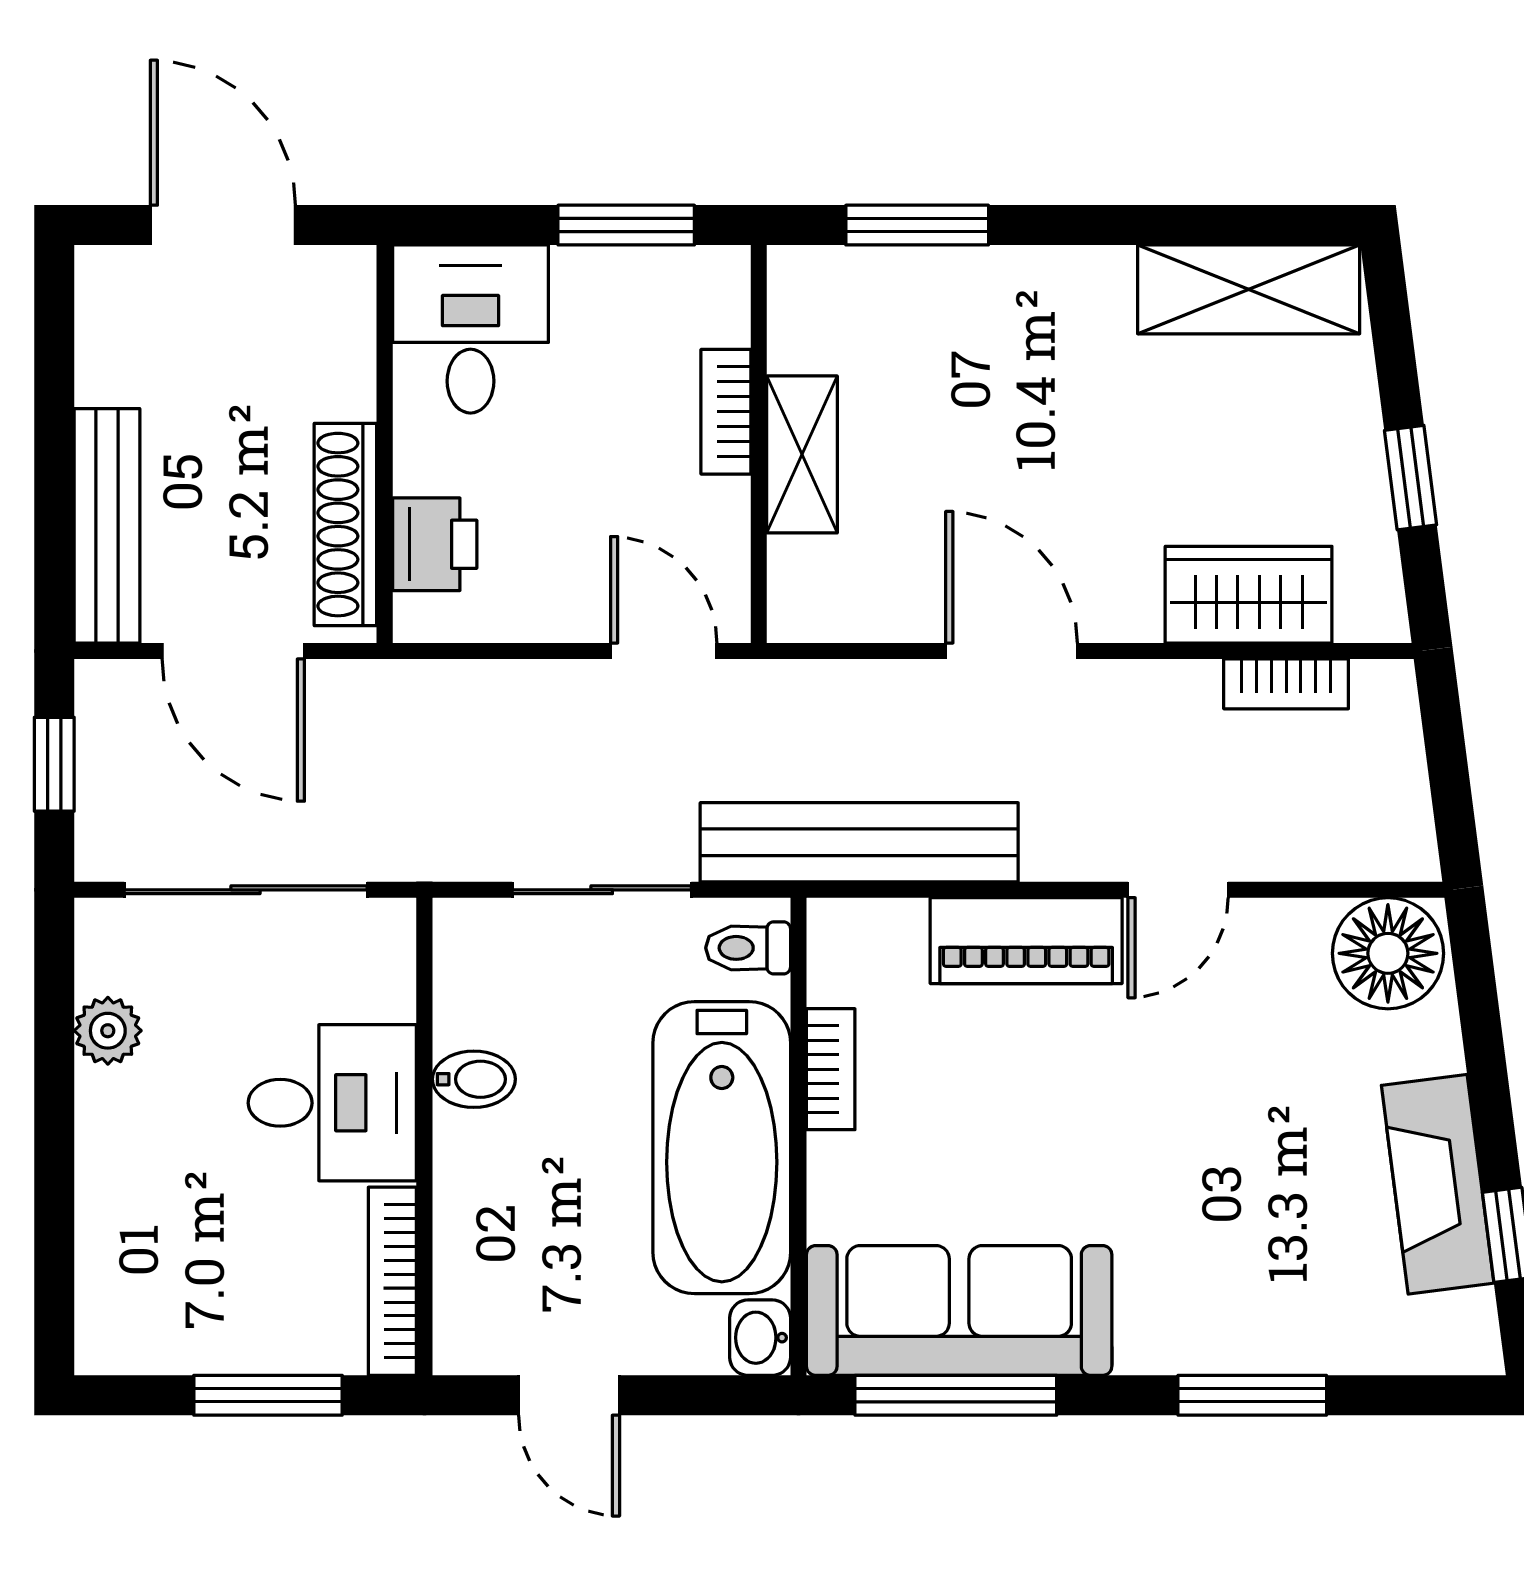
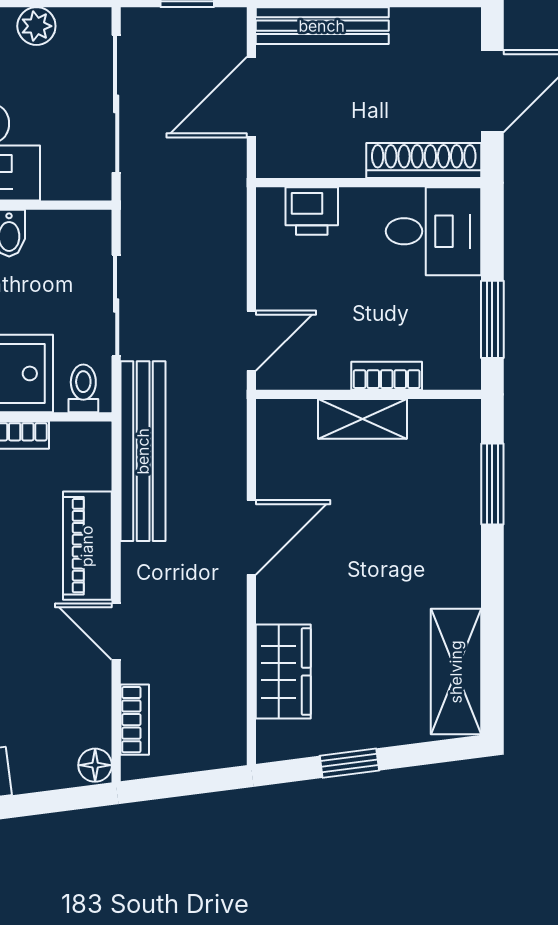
shoe rack: (345, 525) -> (424, 160), moved
bookcase: (1286, 684) -> (135, 720), moved, turned 180
floor lamp: (1388, 953) -> (95, 765), width x0.53, depth x0.53

